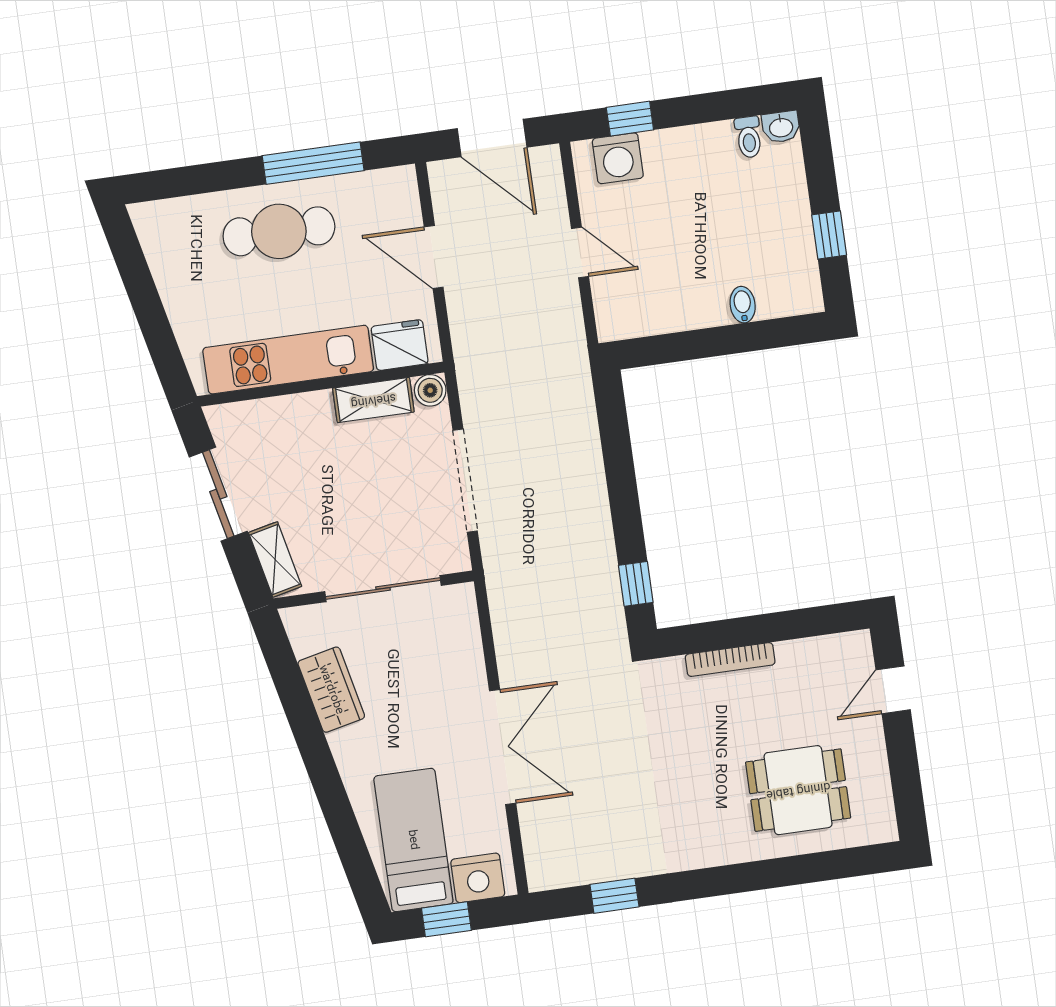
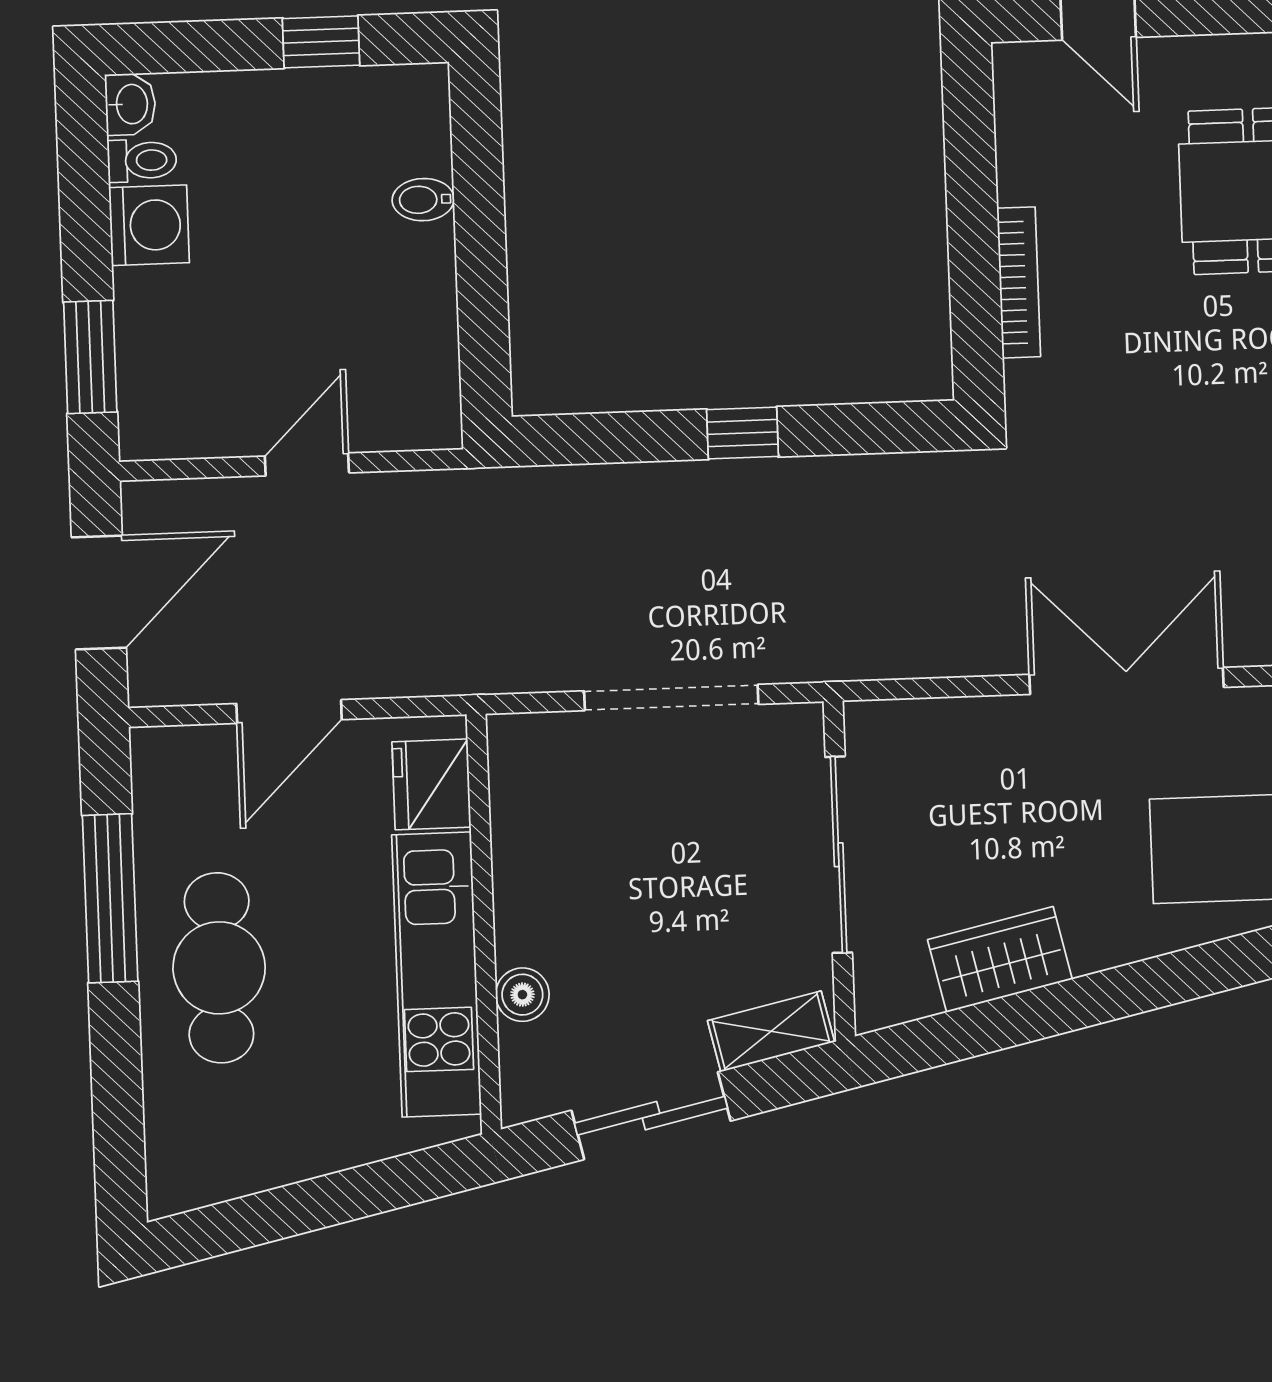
window: (630, 119) -> (90, 357), width x1.50
washing machine: (618, 158) -> (149, 225), moved
boiler: (430, 390) -> (522, 995), moved
shelving: (373, 400) -> (520, 838), removed
window: (636, 584) -> (743, 433), moved

